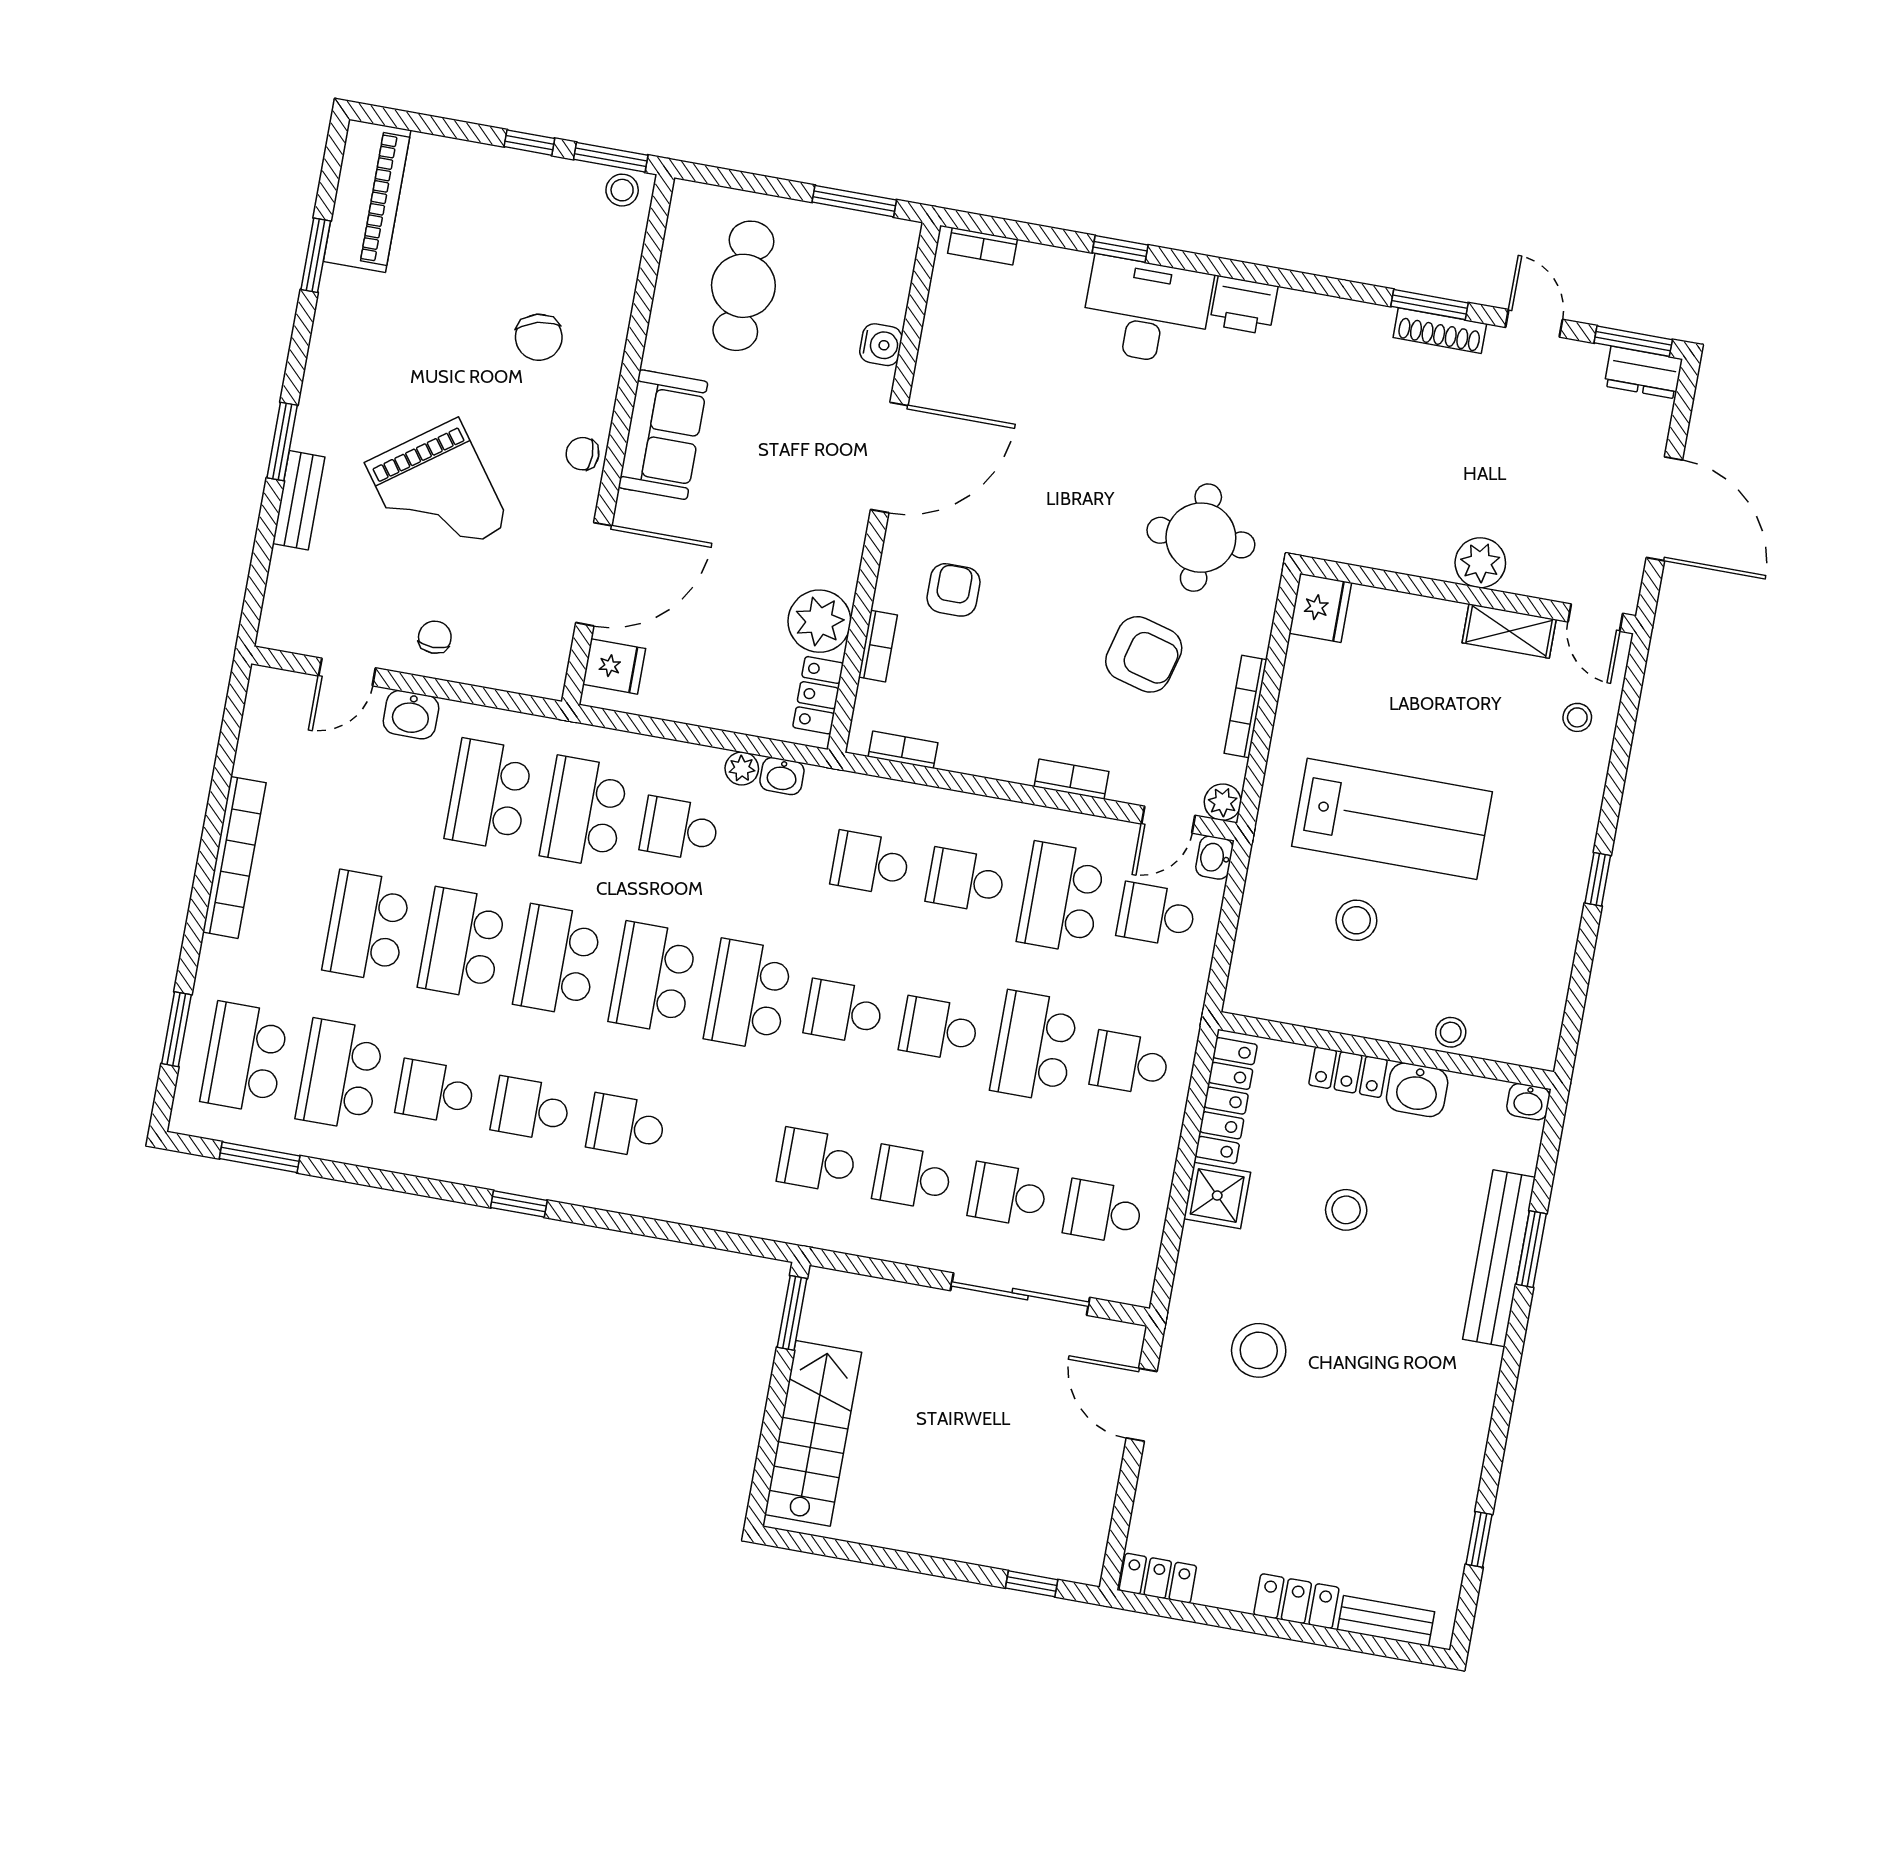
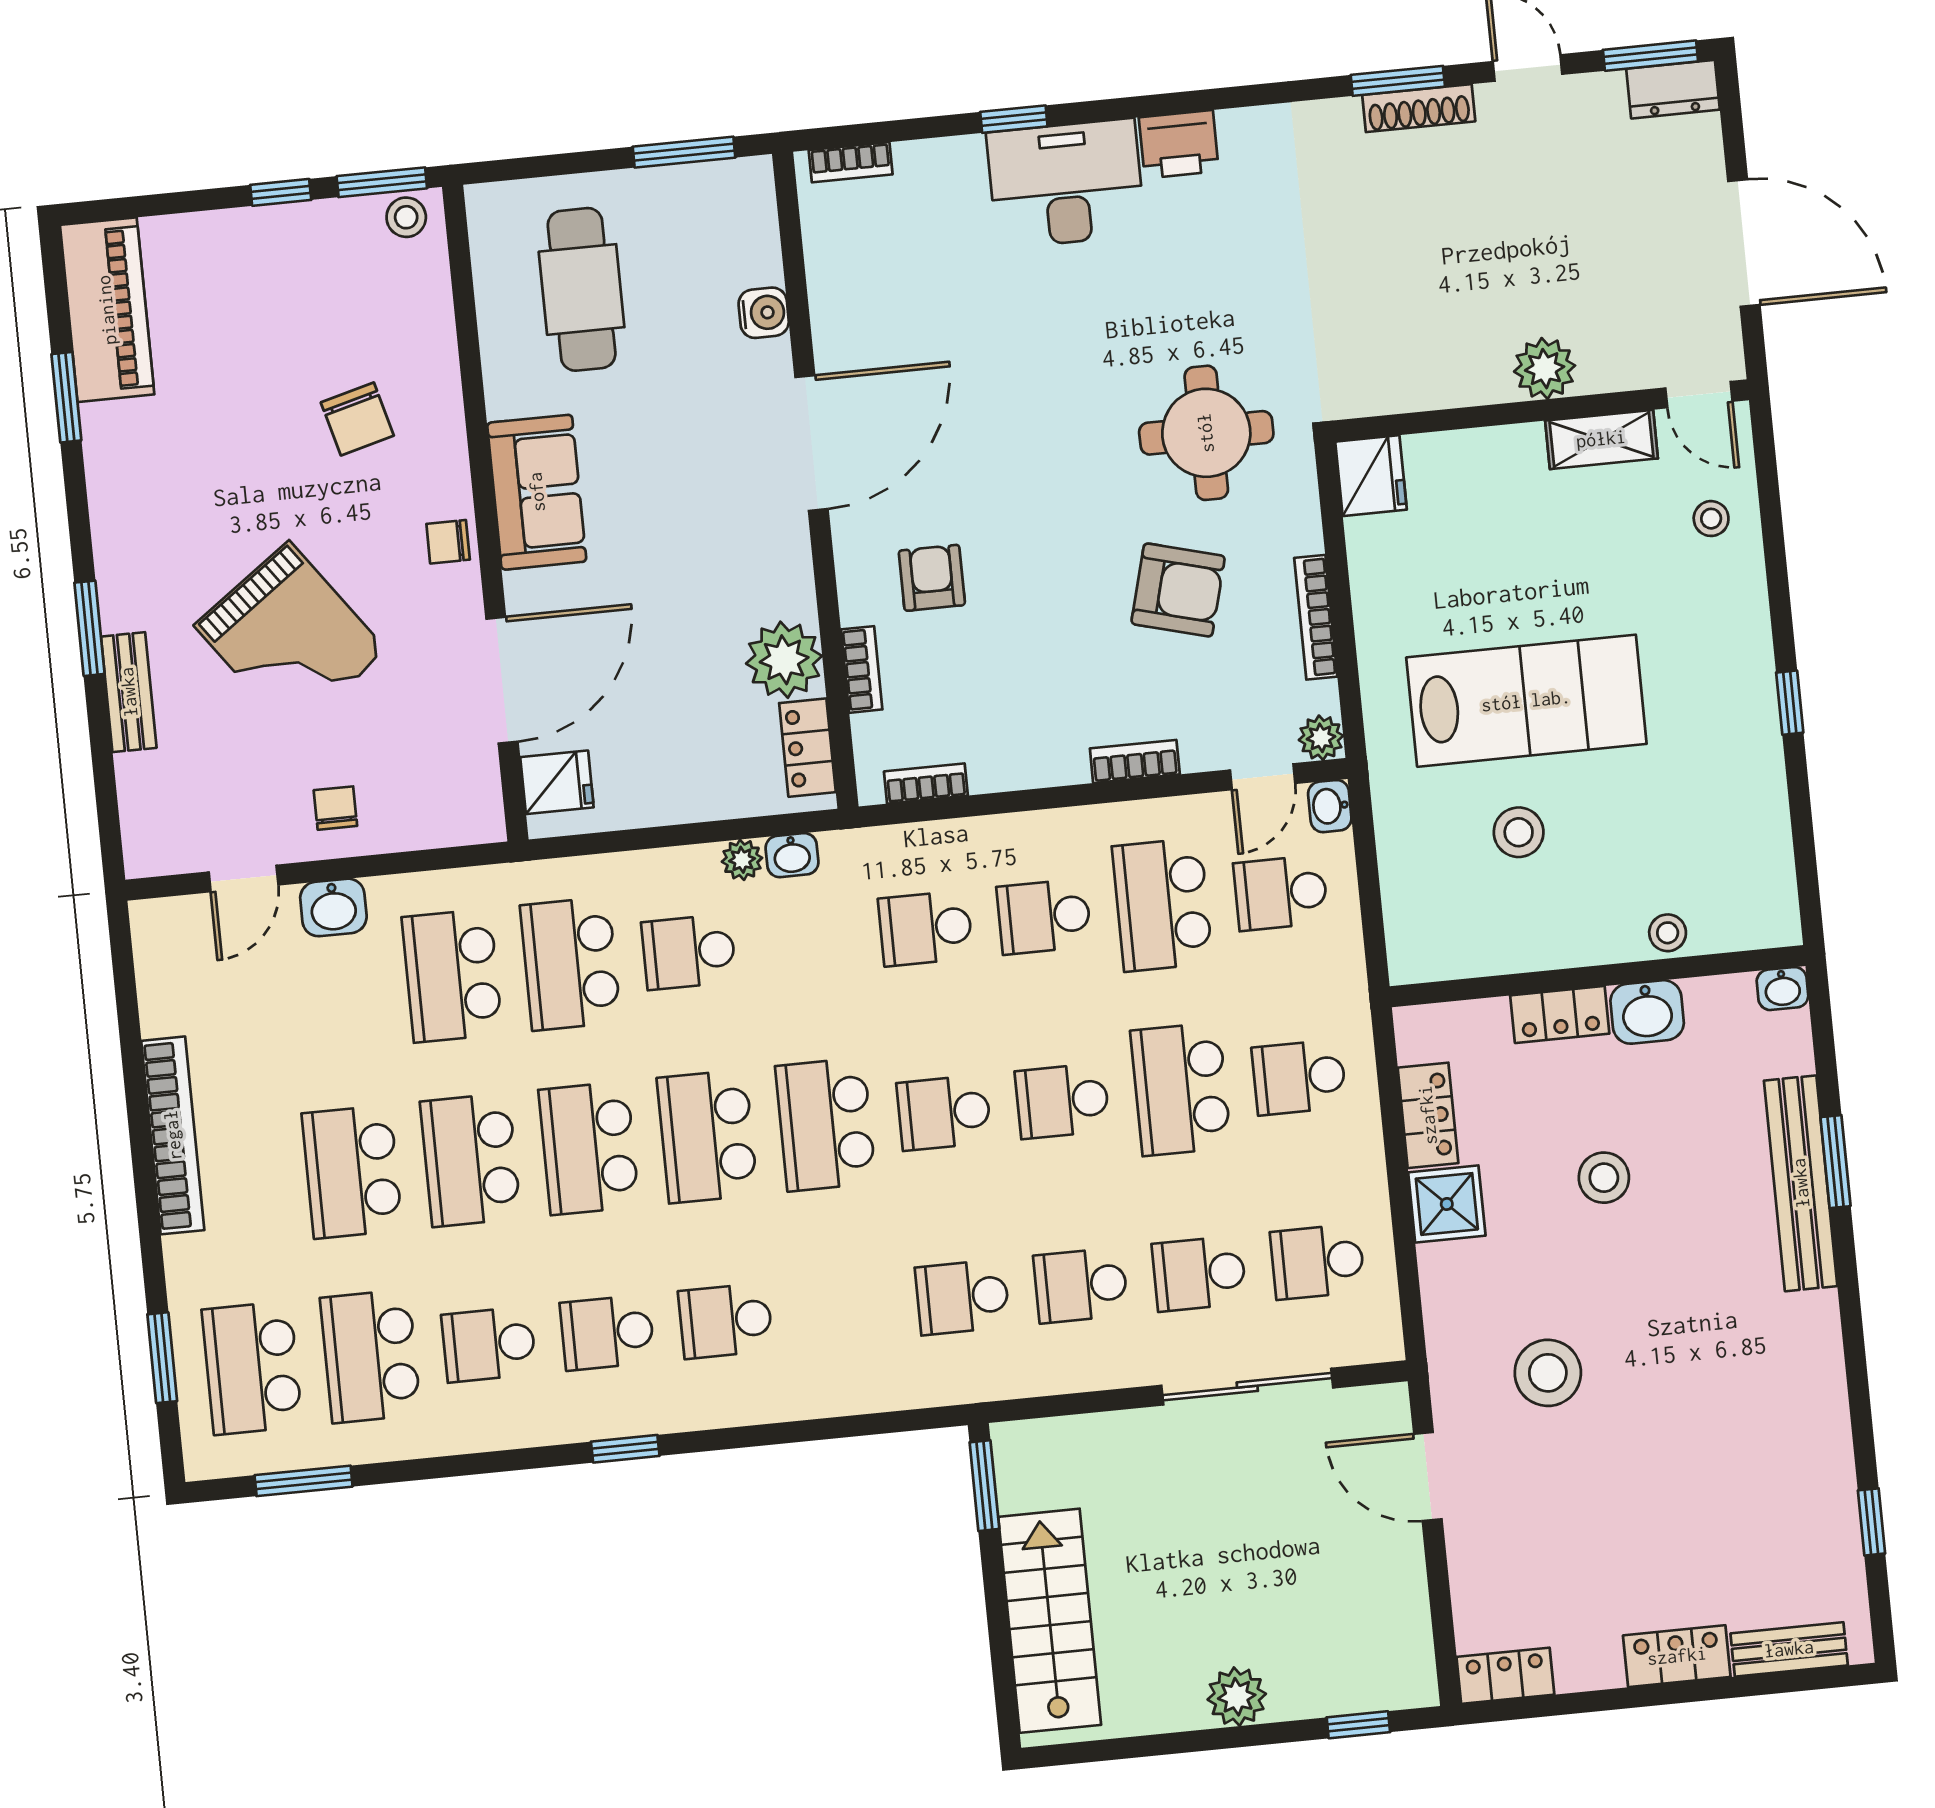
locker: (1226, 1101) -> (1428, 1115), width x0.66
plant: (943, 1535) -> (1237, 1697), added

